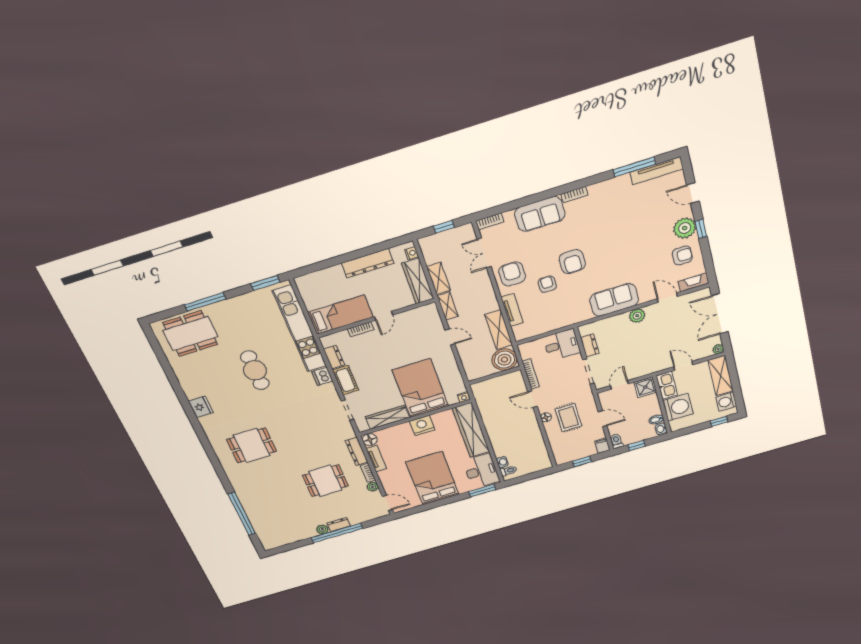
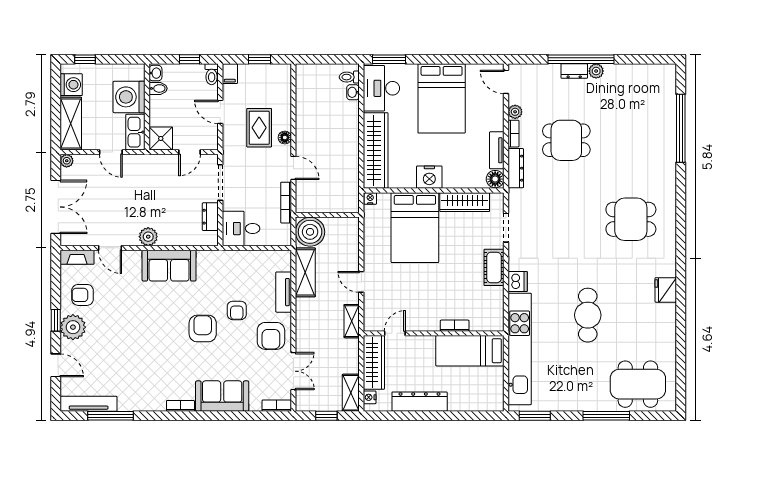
shelving: (439, 278) -> (351, 393), moved
door: (384, 316) -> (395, 333), moved
dresser: (334, 357) -> (496, 301), removed

